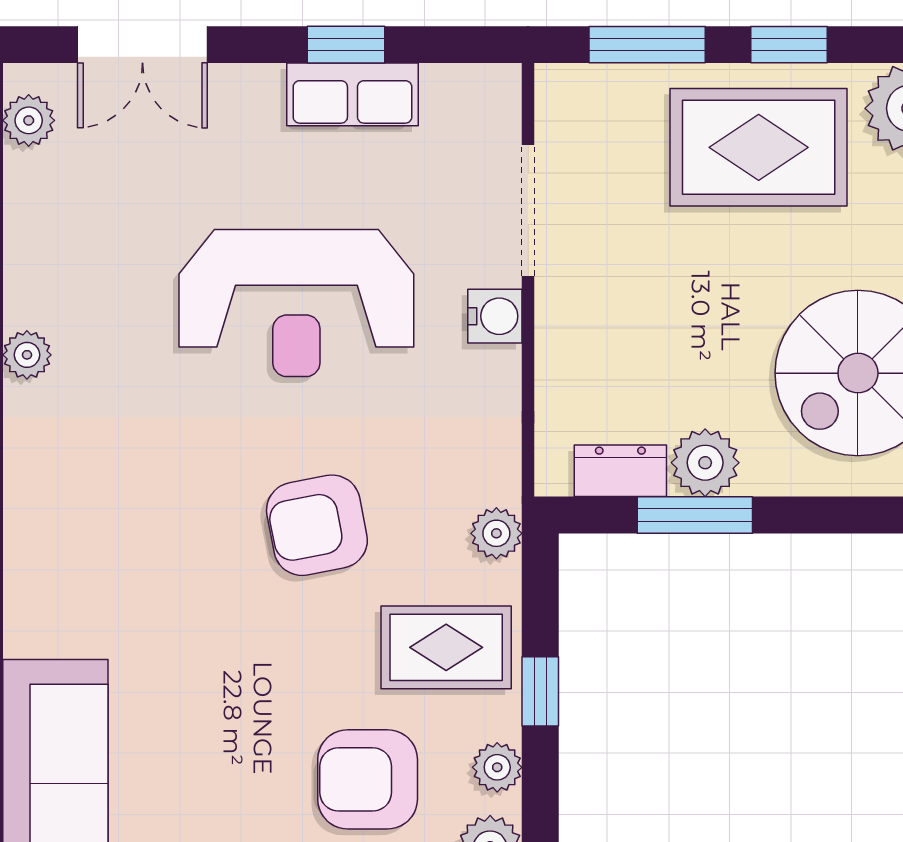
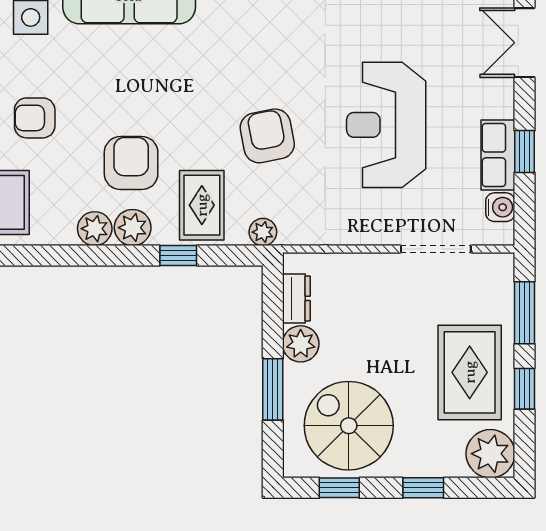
water cooler: (495, 316) -> (500, 207), moved, turned -90
window: (695, 515) -> (273, 389), moved
plant: (497, 767) -> (133, 228), width x1.38, depth x1.38

